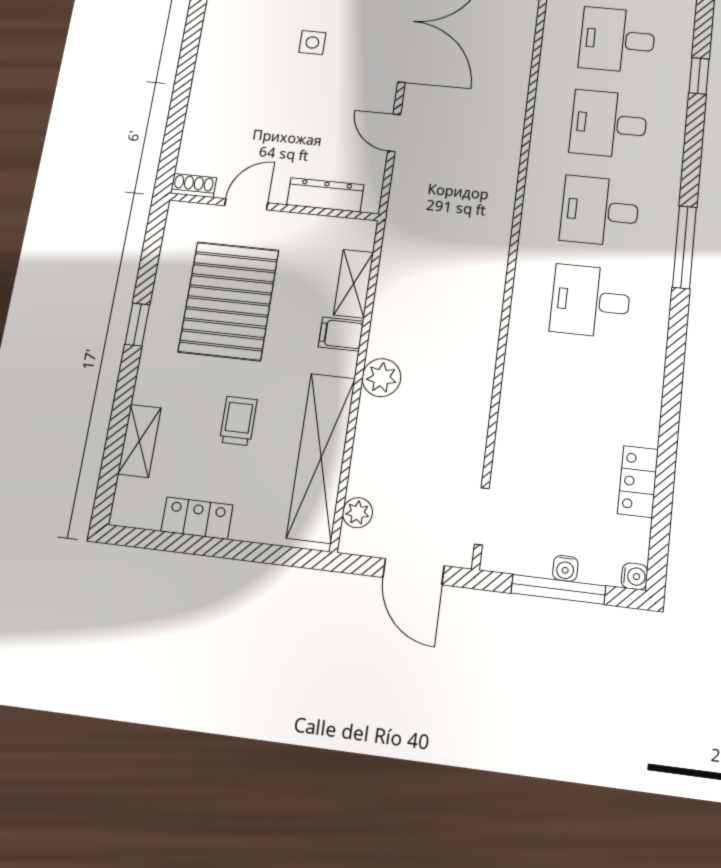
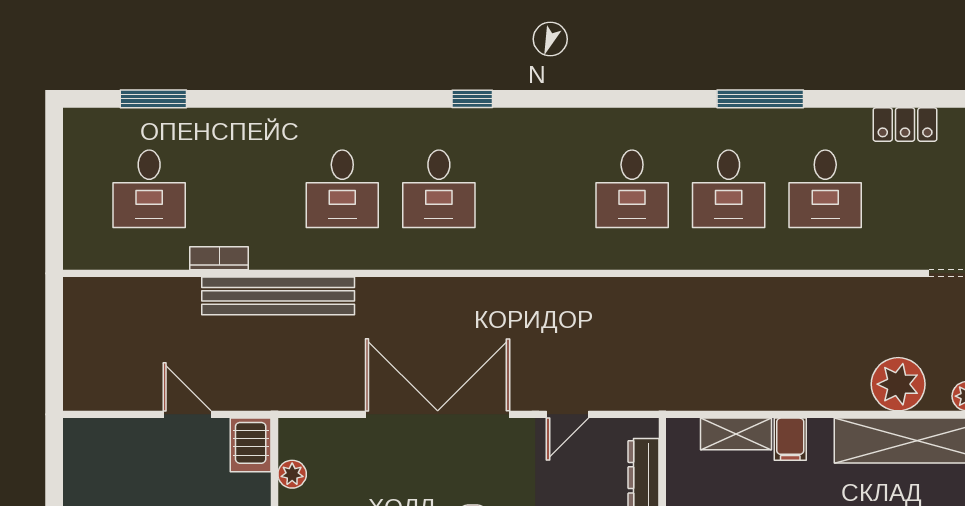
desk: (609, 124) -> (825, 189), moved
window: (684, 247) -> (760, 99), moved
plant: (381, 378) -> (898, 384), moved, width x1.36, depth x1.36

